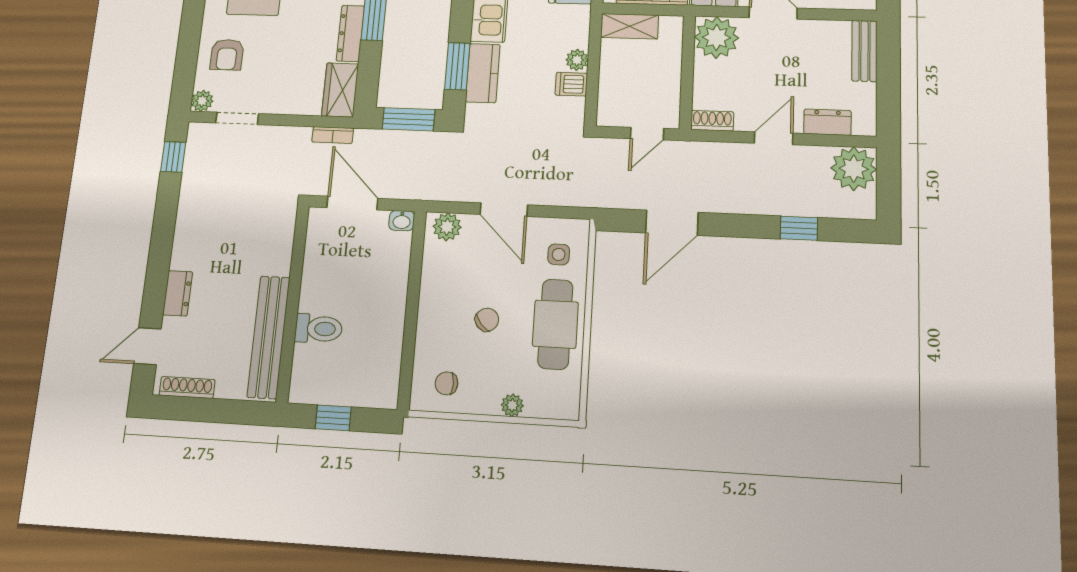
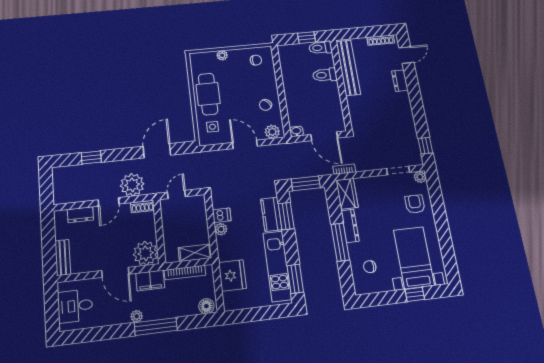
plant: (854, 169) -> (132, 185), moved
chair: (487, 320) -> (266, 105), moved
toilet: (311, 390) -> (320, 48), added

